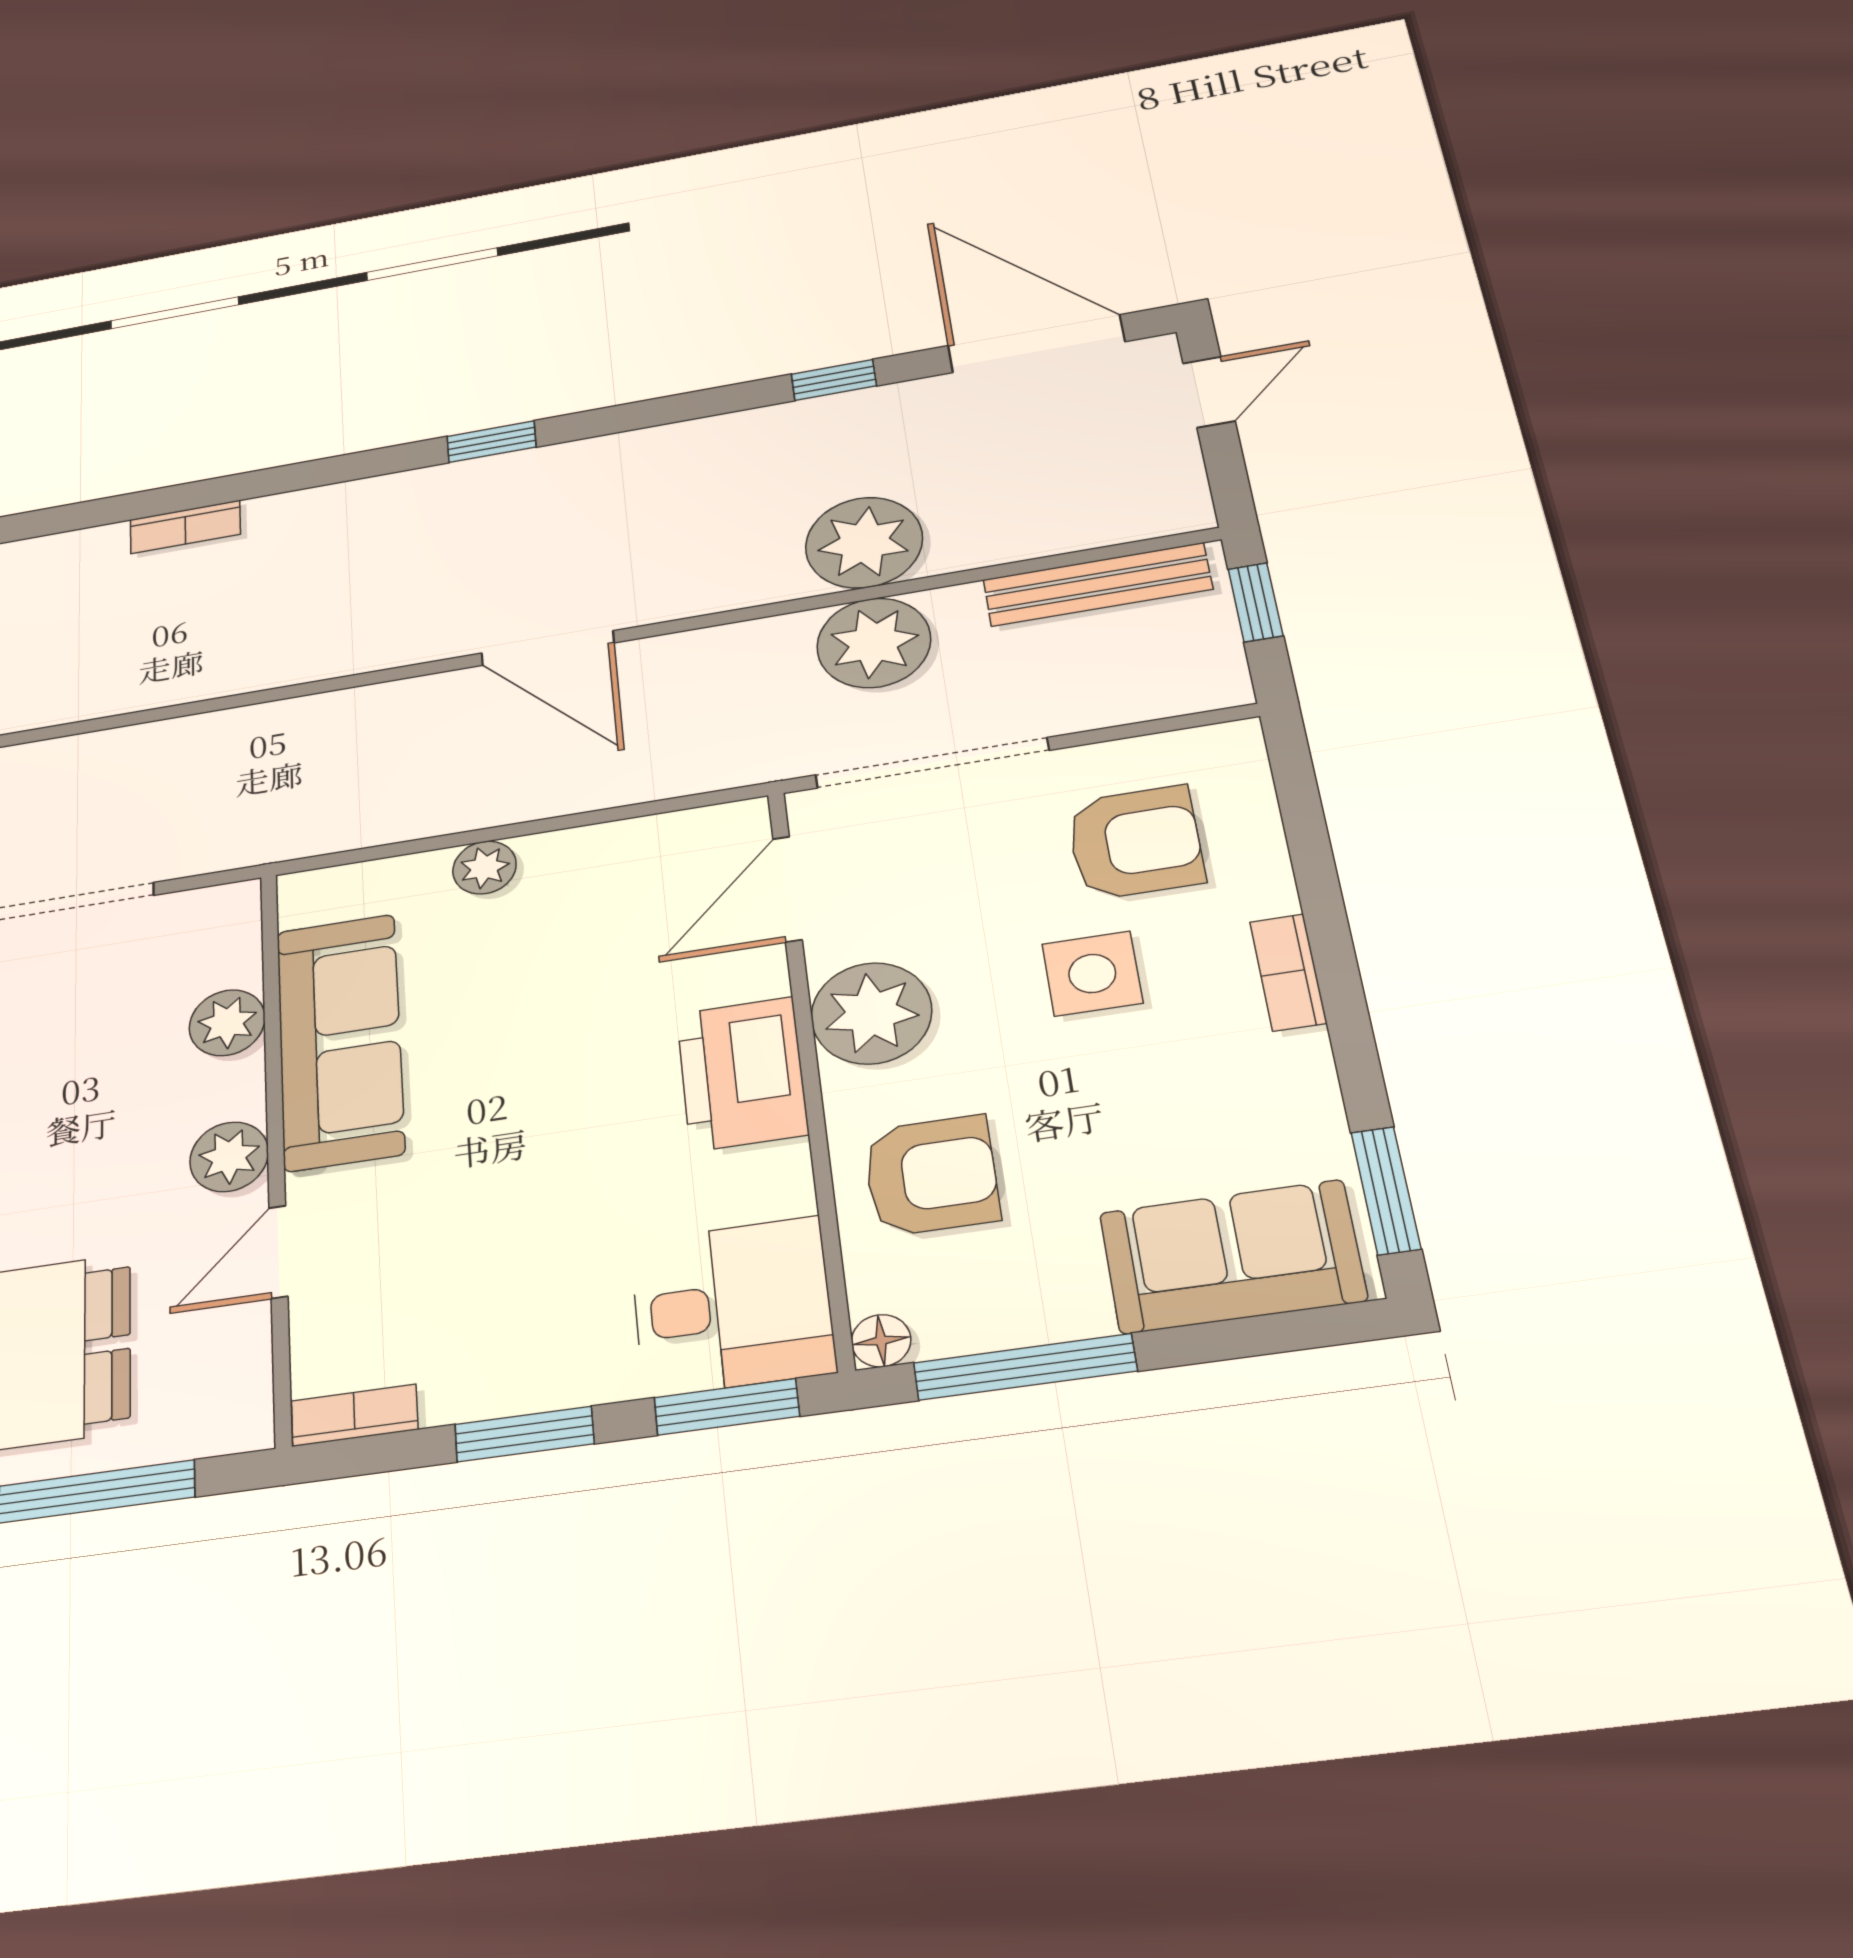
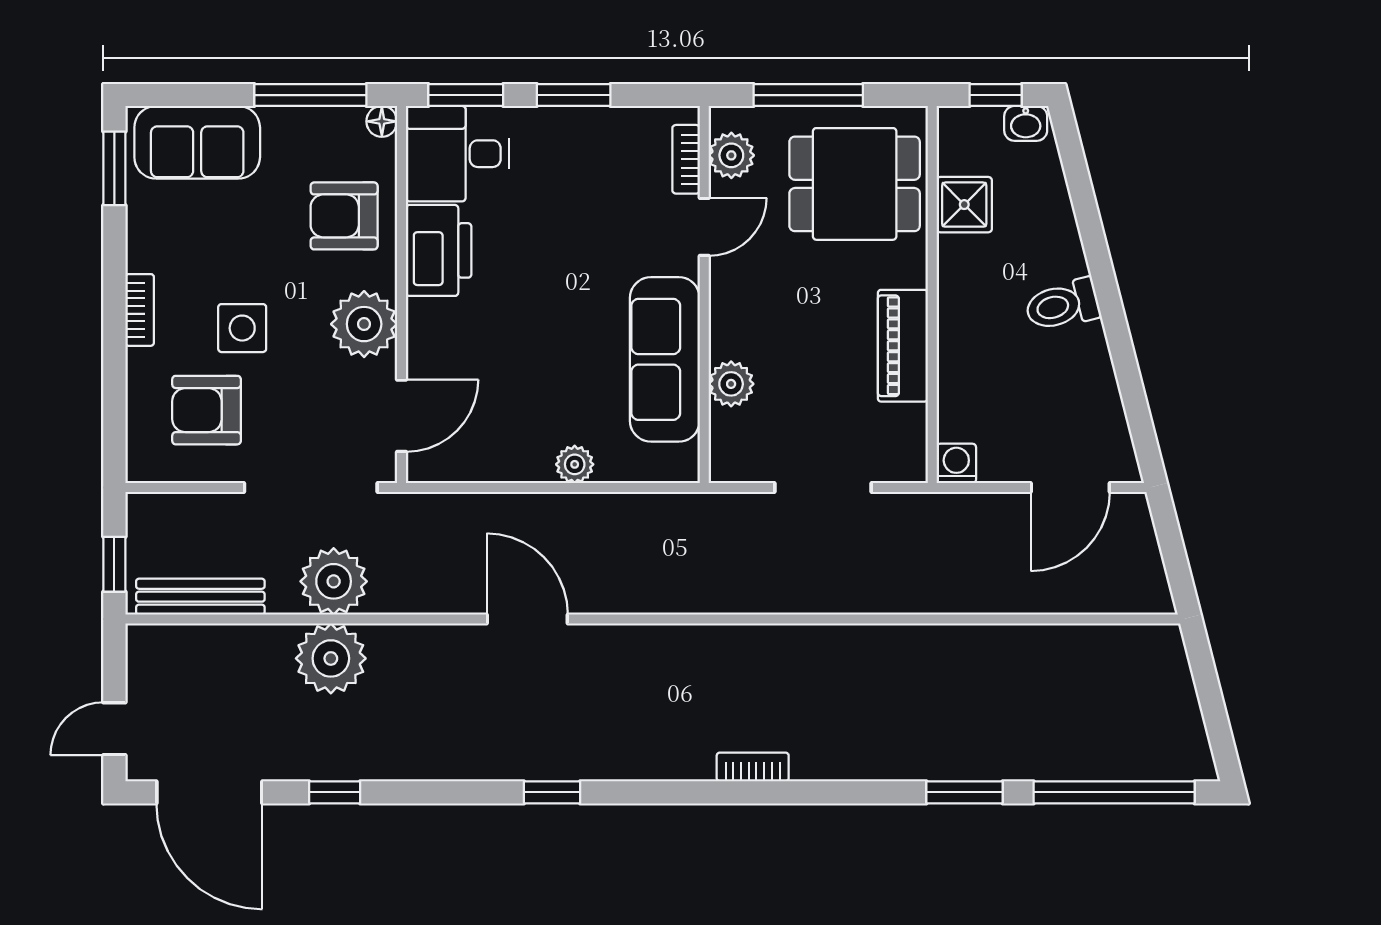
printer: (742, 1074) -> (439, 250), moved
plant: (229, 1157) -> (731, 155), moved
bookcase: (354, 1415) -> (686, 159), moved, turned 90

